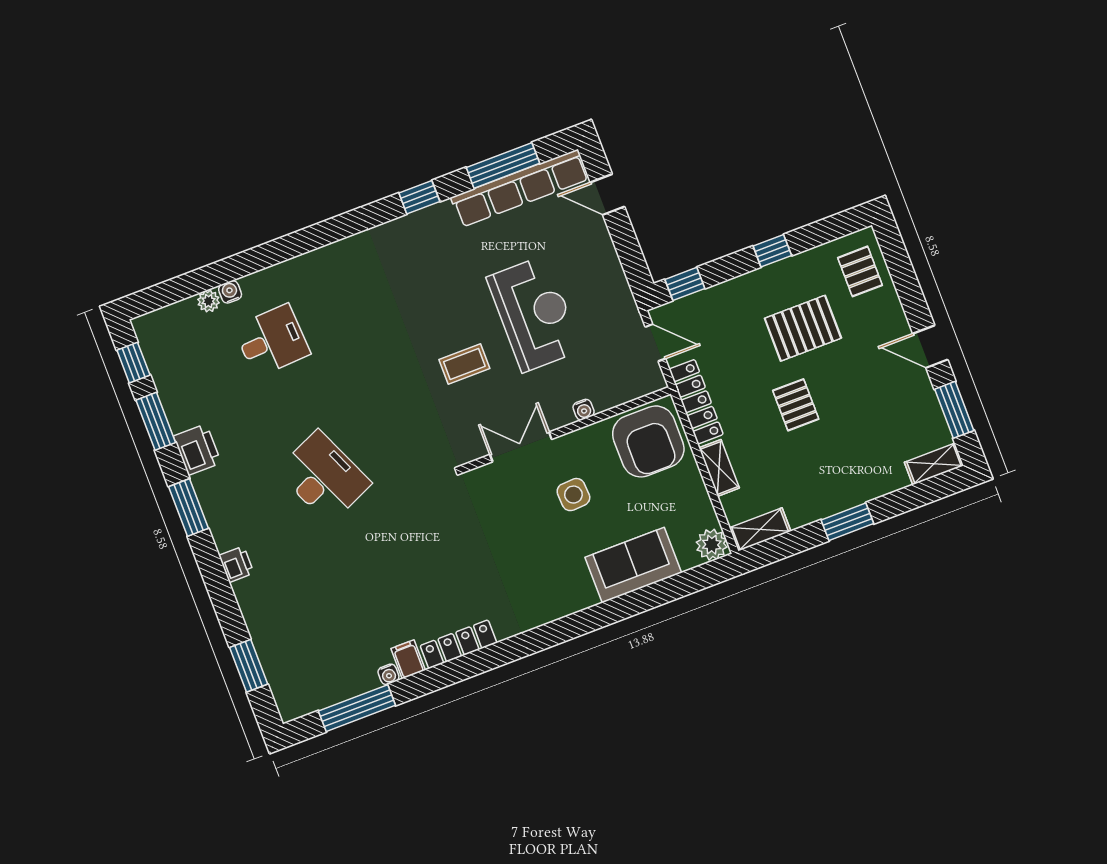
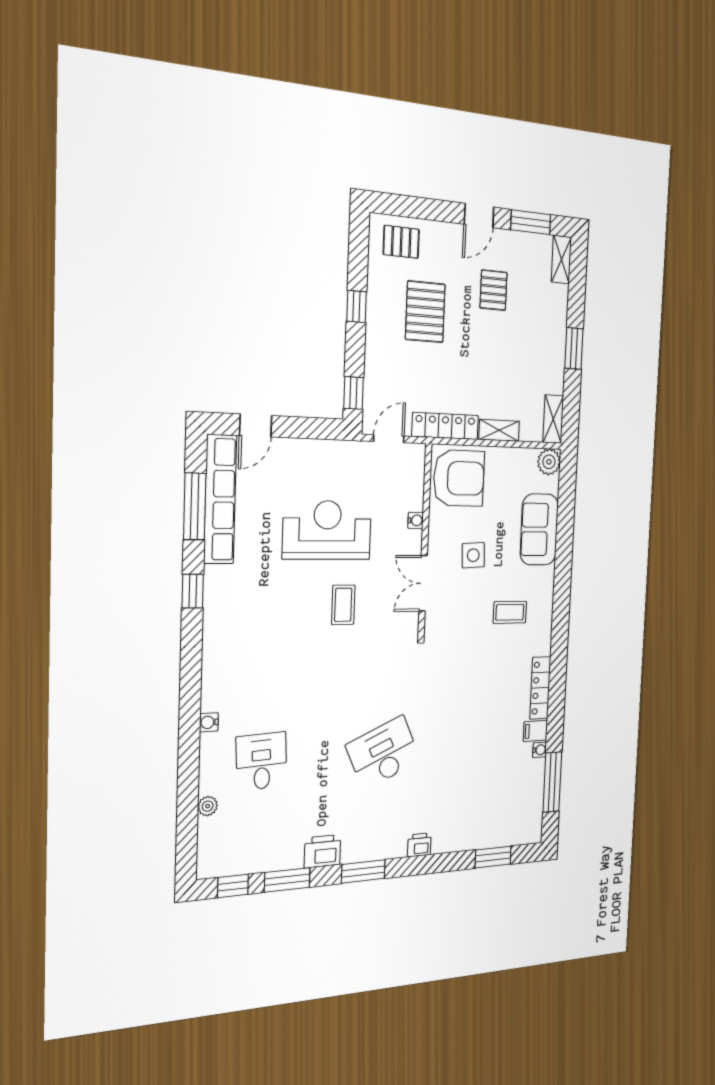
water cooler: (230, 292) -> (209, 722), moved
pallet: (796, 405) -> (493, 290), moved, turned 90
coffee table: (529, 567) -> (510, 612), added

